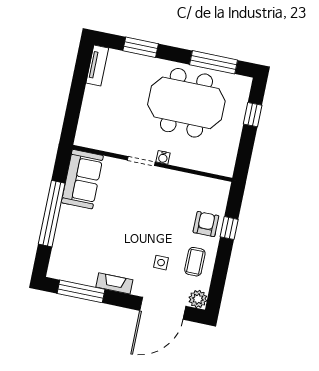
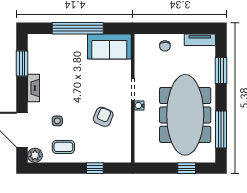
meeting table: (186, 103) -> (185, 115), width x1.36
chair: (96, 110) -> (165, 46), added
armchair: (206, 224) -> (103, 117), moved, turned -67
window: (81, 291) -> (22, 63), width x0.69

